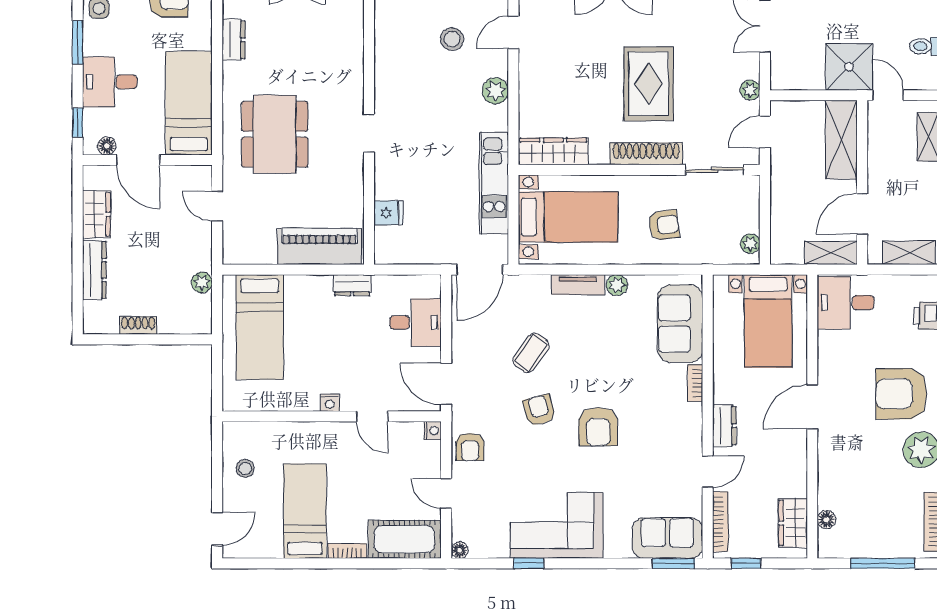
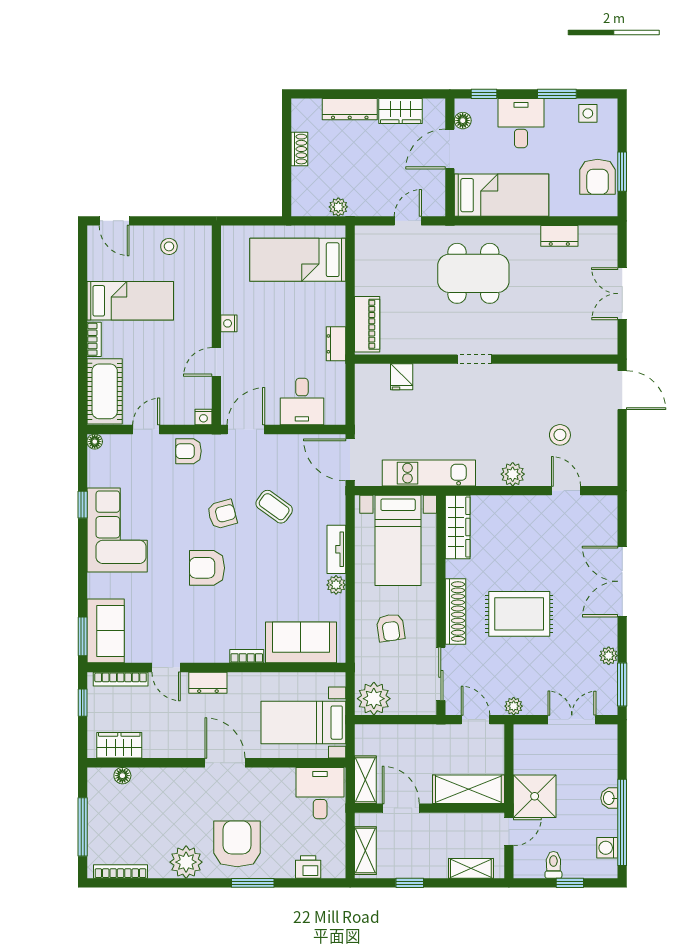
plant: (750, 244) -> (374, 699), width x1.87, depth x1.87
piano: (319, 246) -> (367, 324), width x0.73, depth x0.75

